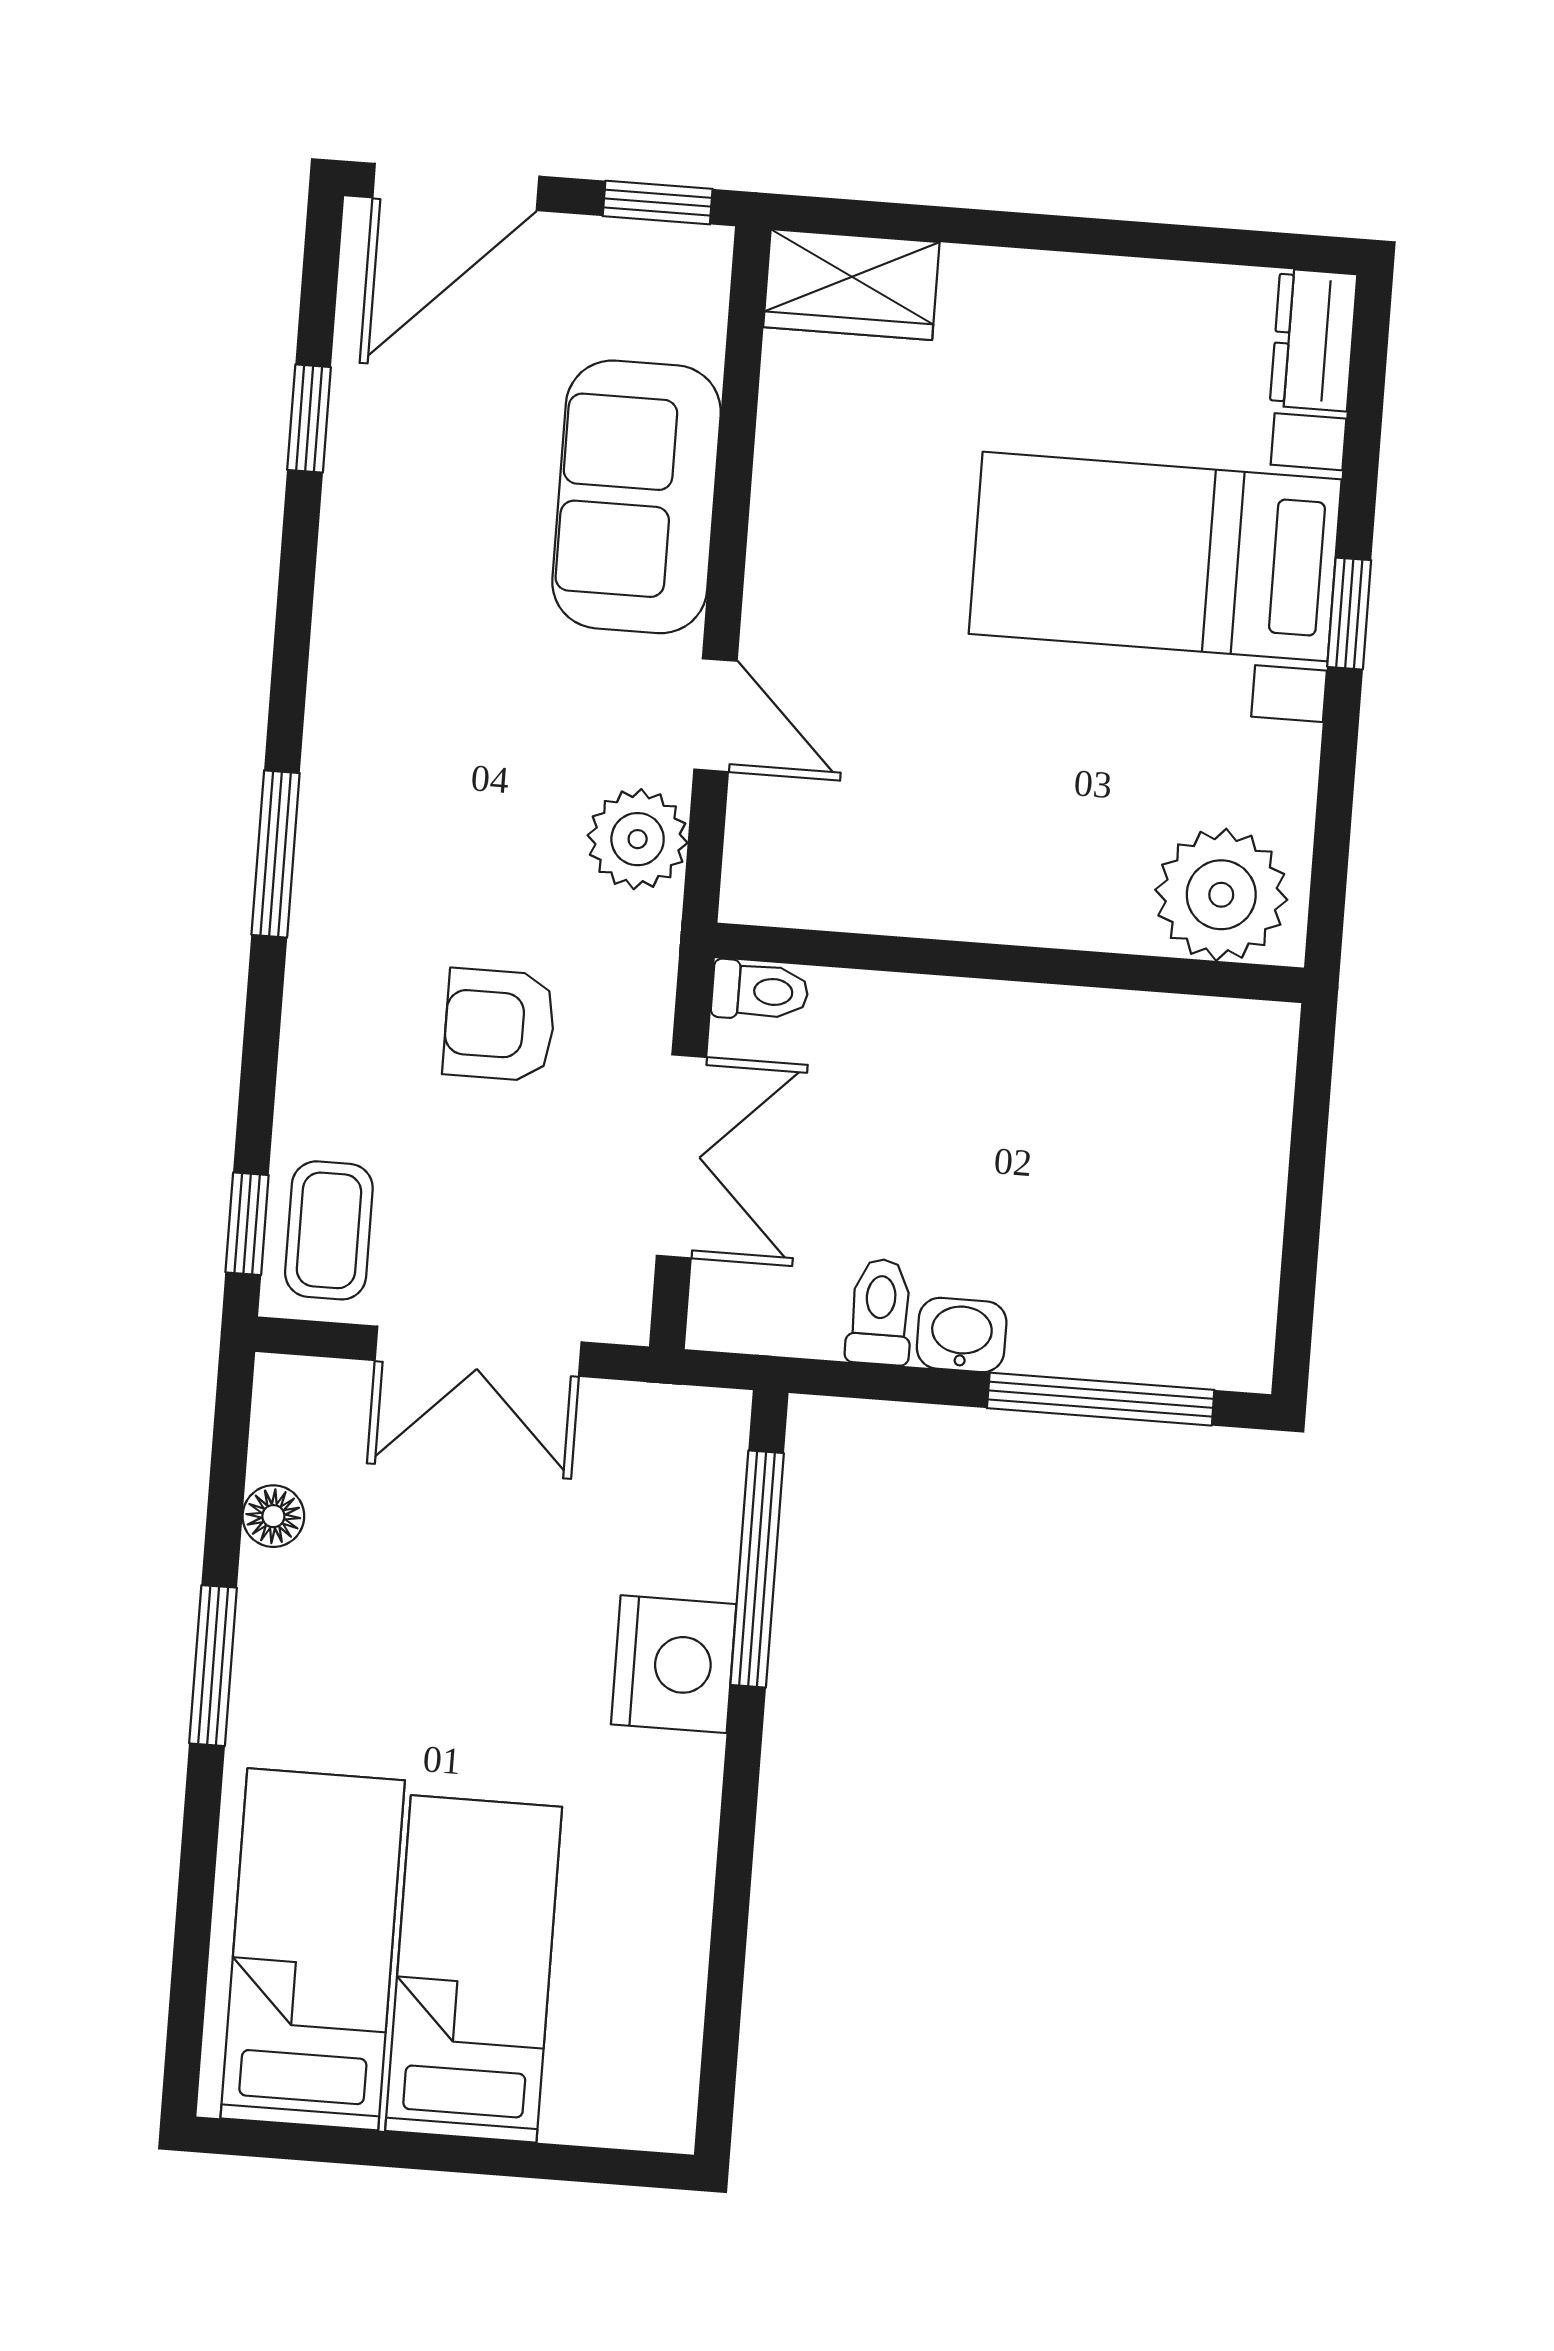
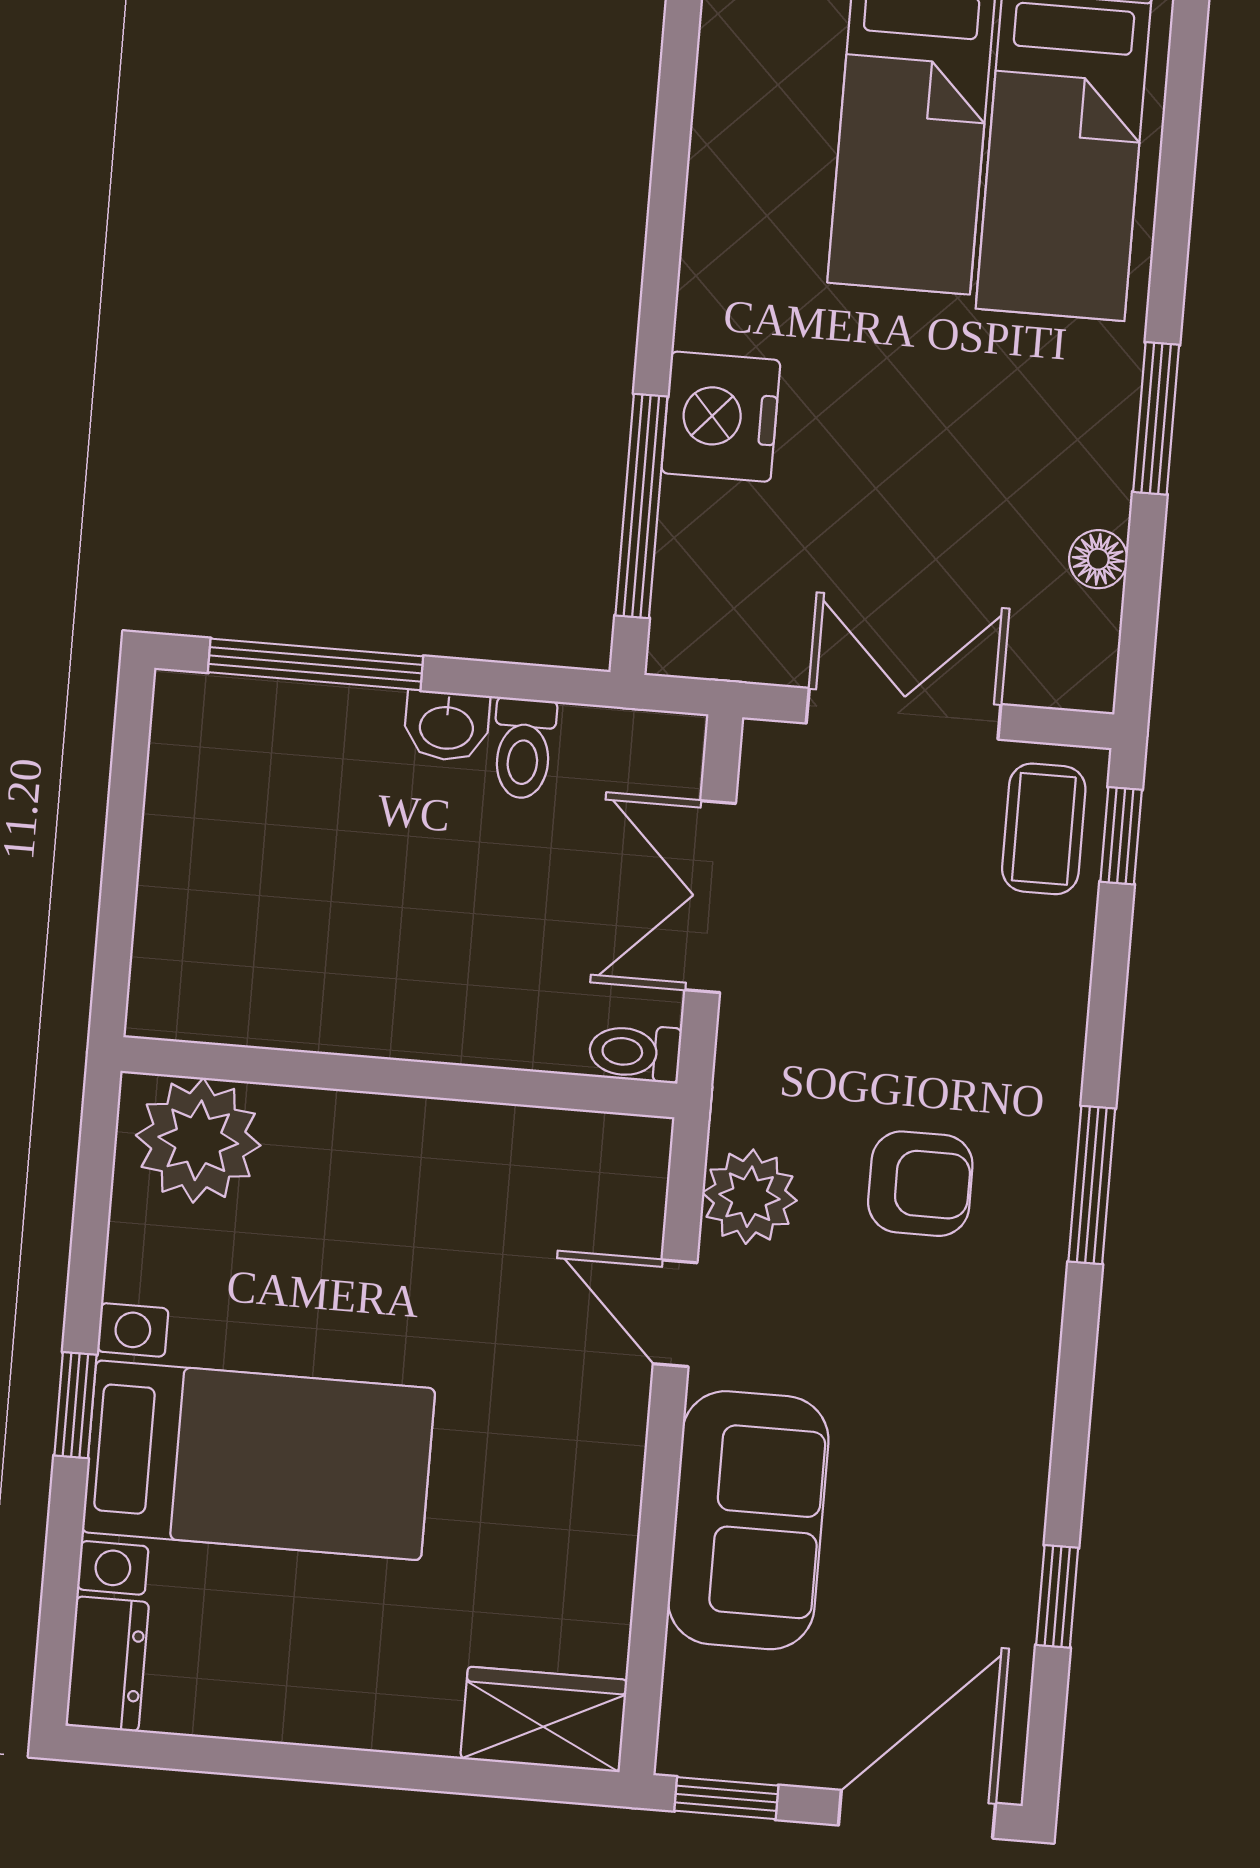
armchair: (499, 1025) -> (920, 1184), moved

